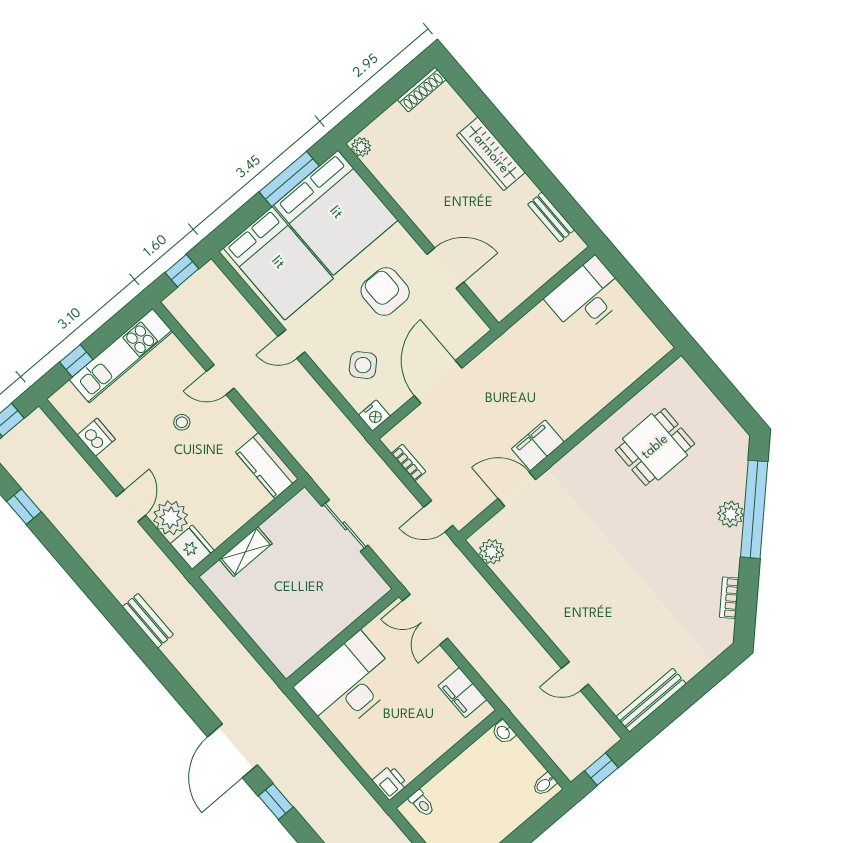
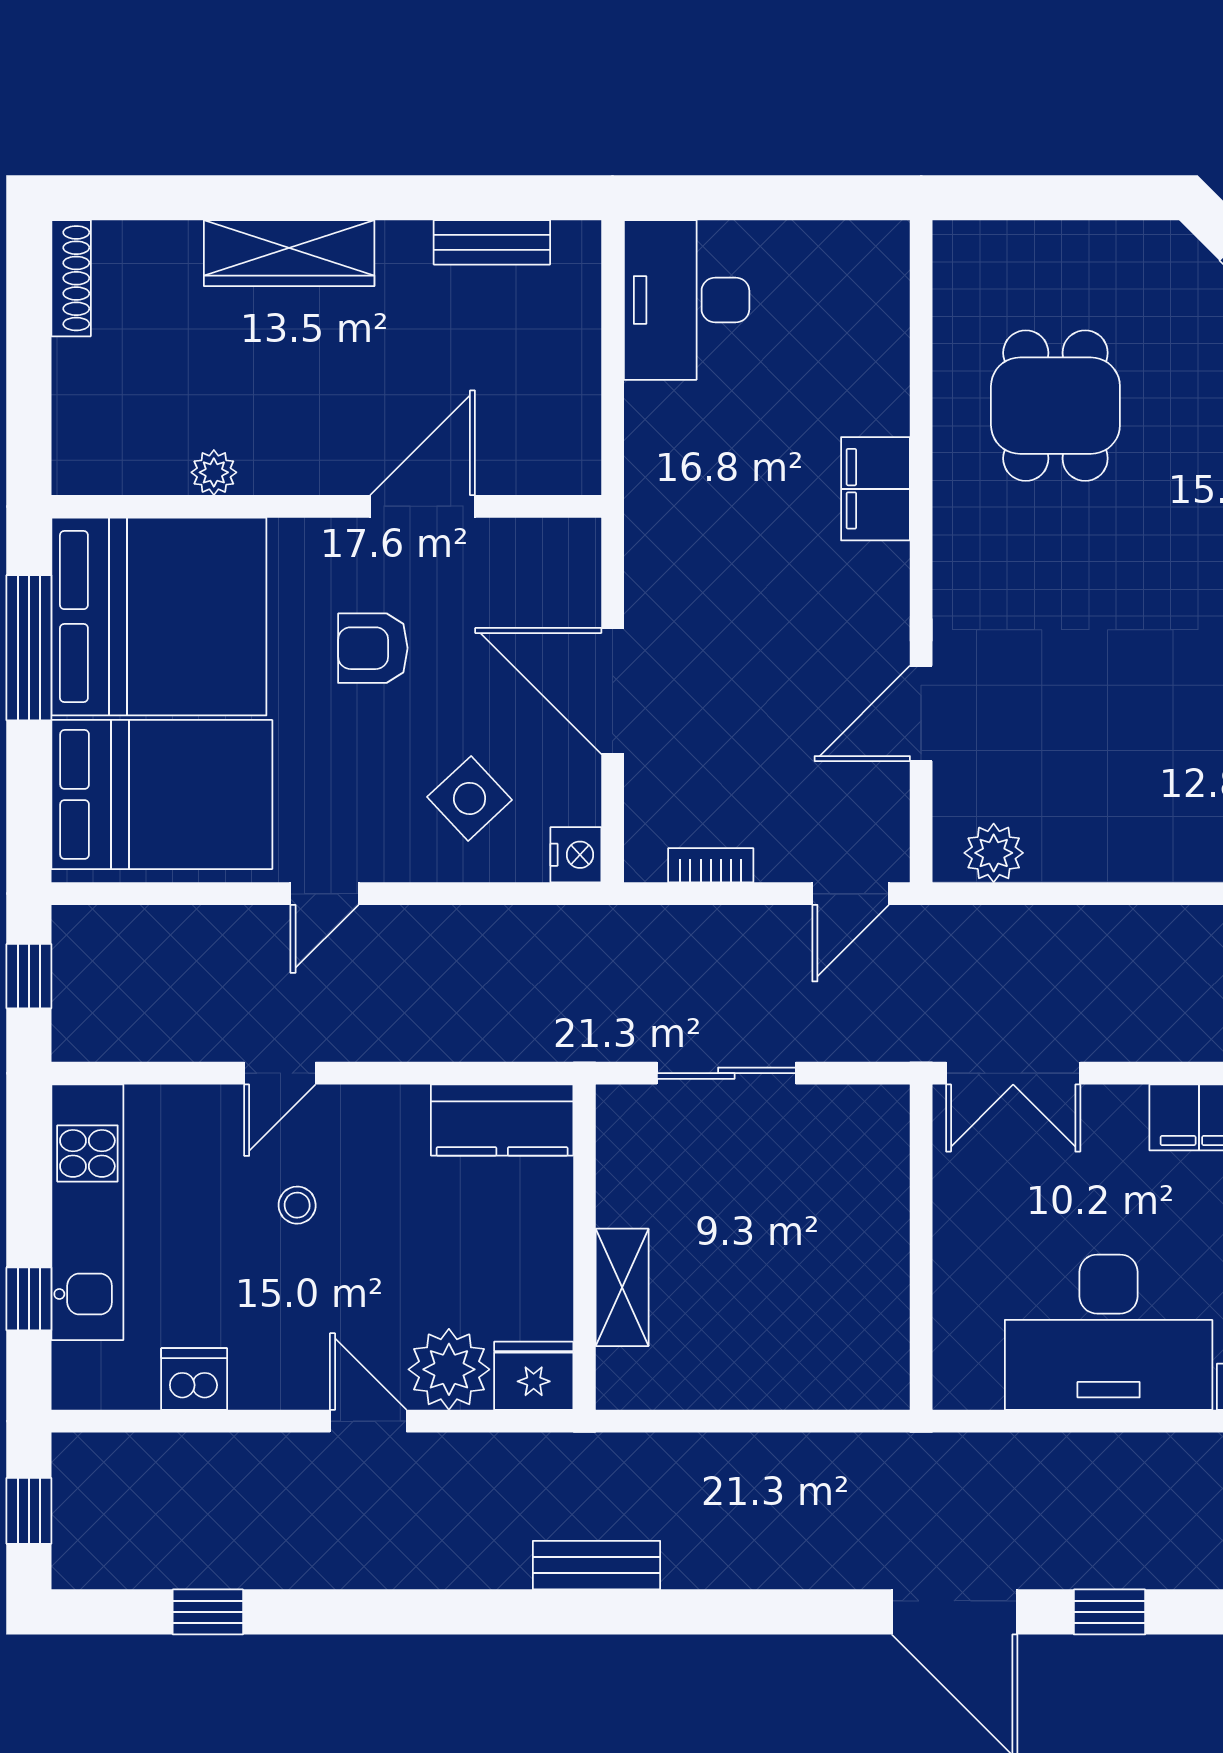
plant: (361, 147) -> (214, 472), moved
armchair: (385, 291) -> (373, 648), width x0.72, depth x0.72
filing cabinet: (538, 445) -> (876, 489), moved
desk: (348, 684) -> (1109, 1332), moved, turned -90

